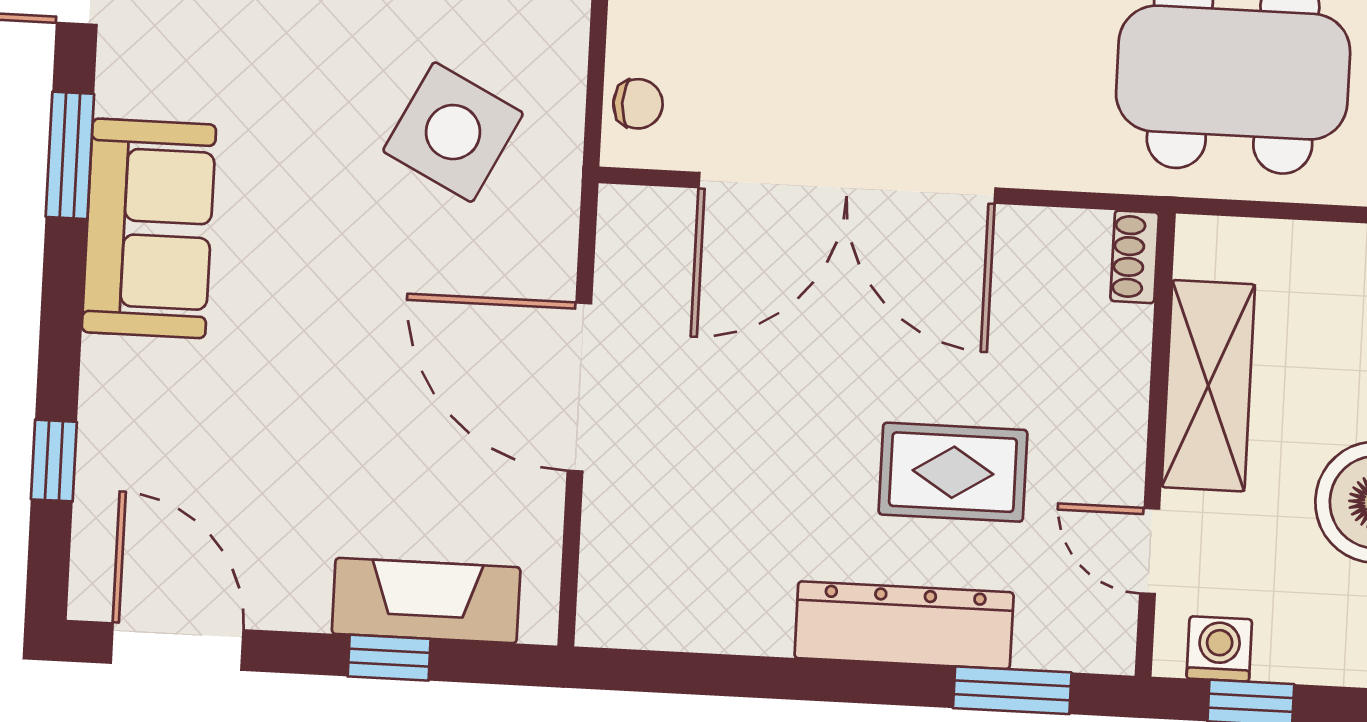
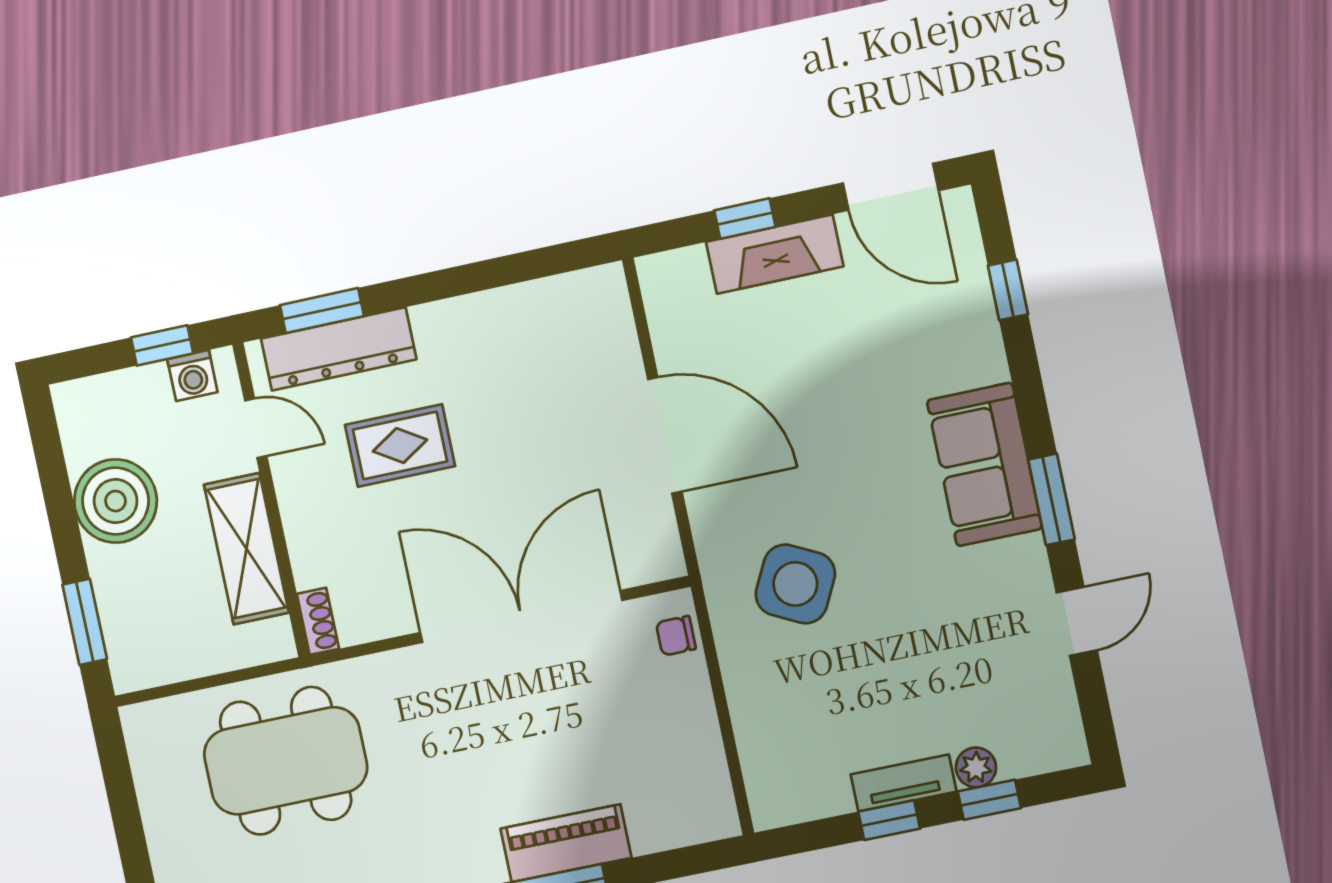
fireplace: (426, 601) -> (775, 254), moved
dresser: (904, 625) -> (339, 349), moved

